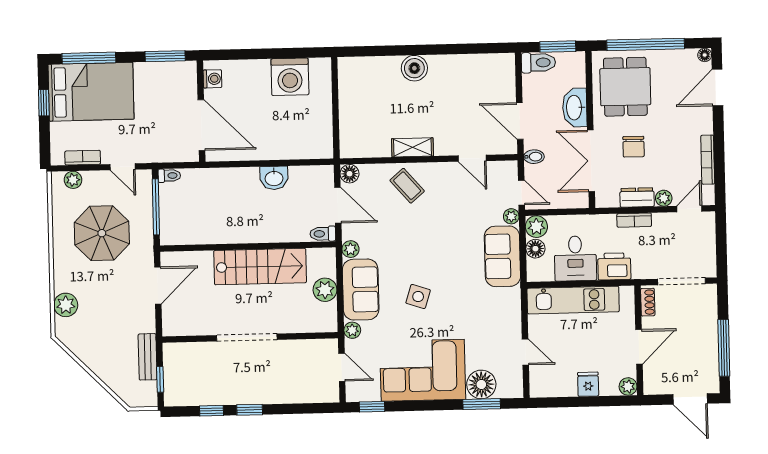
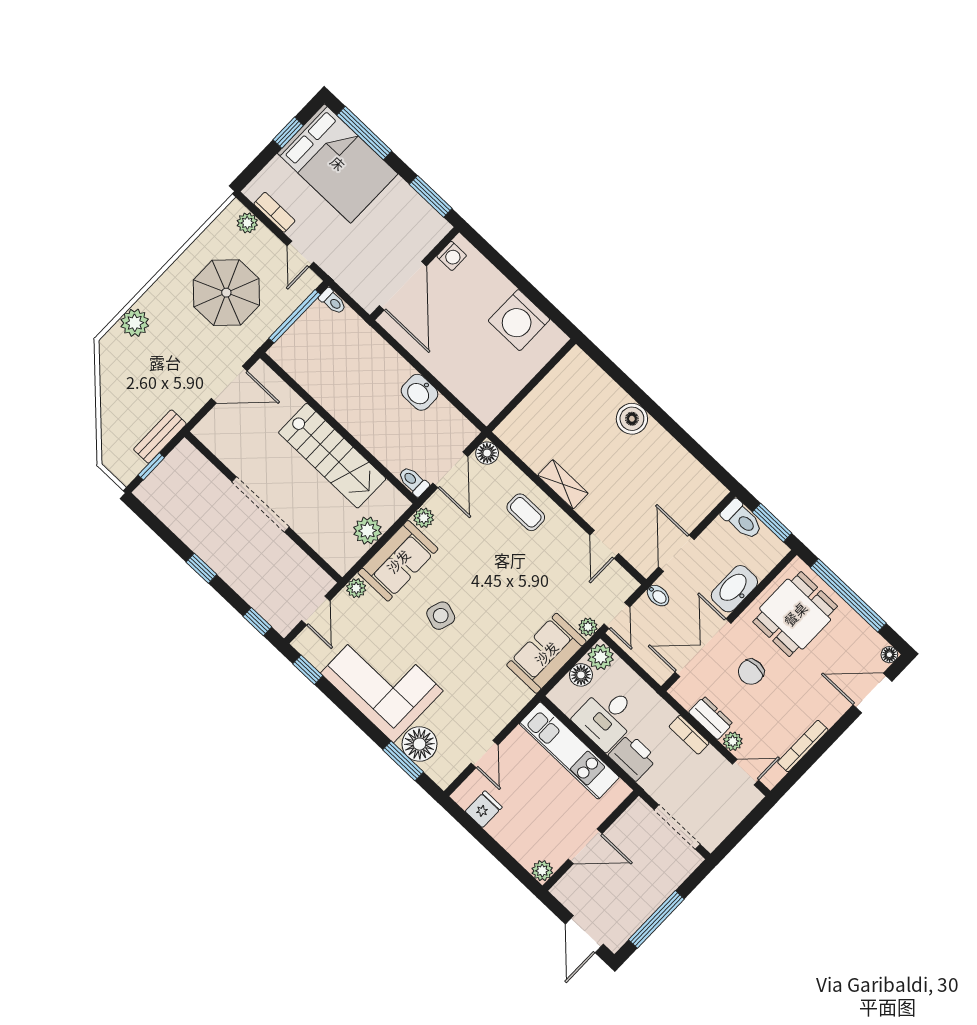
coffee table: (407, 186) -> (526, 512), turned -49
shoe rack: (648, 302) -> (631, 816), removed
fridge: (588, 384) -> (484, 809), moved
window: (212, 411) -> (257, 622), moved

